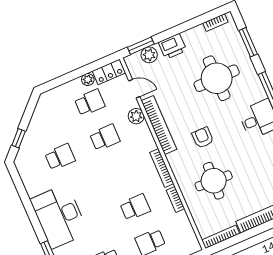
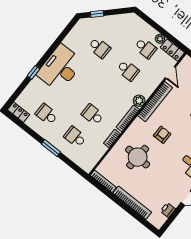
plant: (136, 116) -> (139, 101), moved
school desk: (135, 207) -> (93, 115), turned 180

